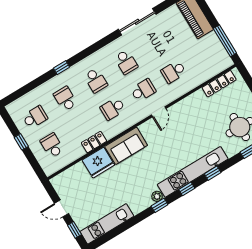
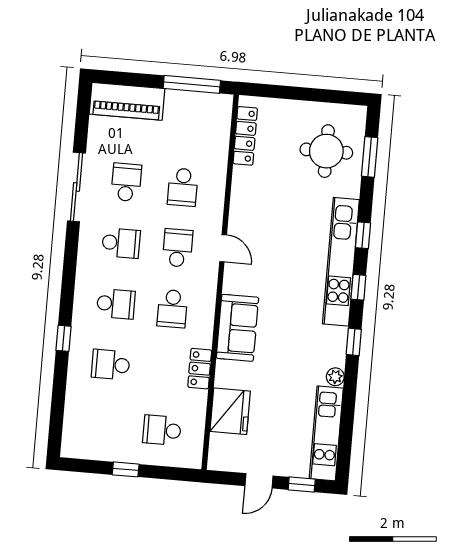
school desk: (35, 117) -> (126, 182), moved
fridge: (98, 163) -> (230, 411), moved
plant: (157, 196) -> (335, 377), moved

